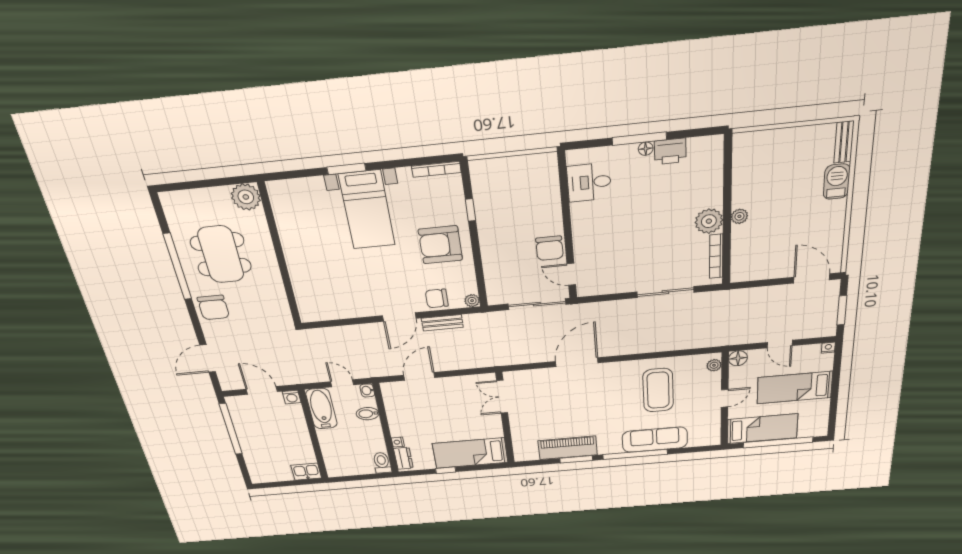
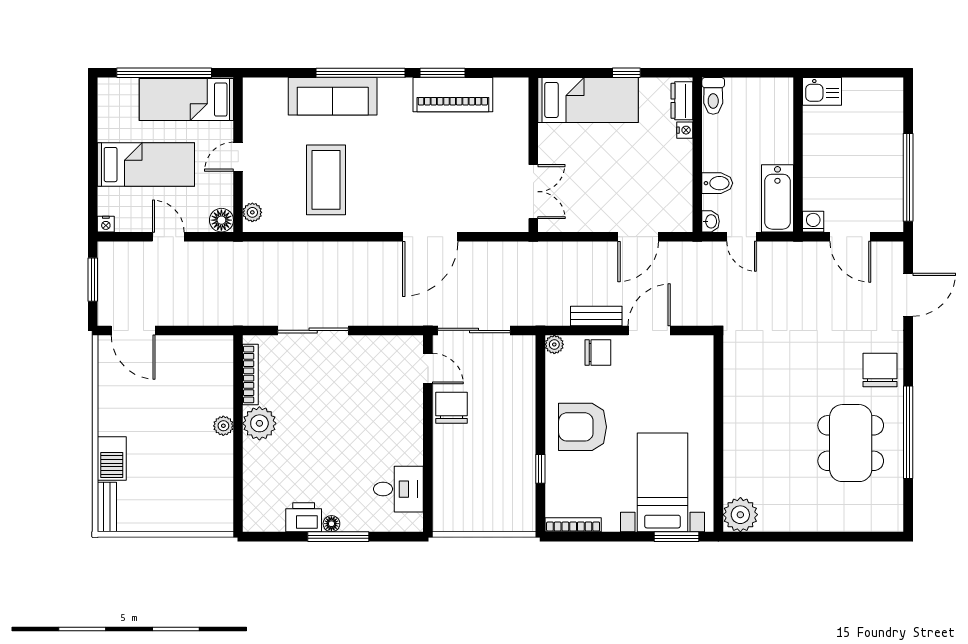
plant: (246, 197) -> (740, 515), moved
armchair: (440, 245) -> (582, 427), turned 180
wall: (280, 256) -> (718, 434), moved

